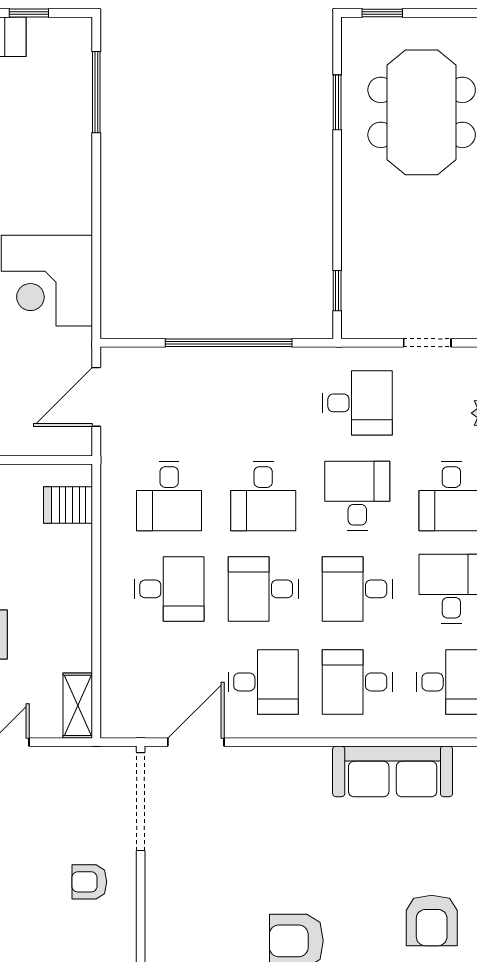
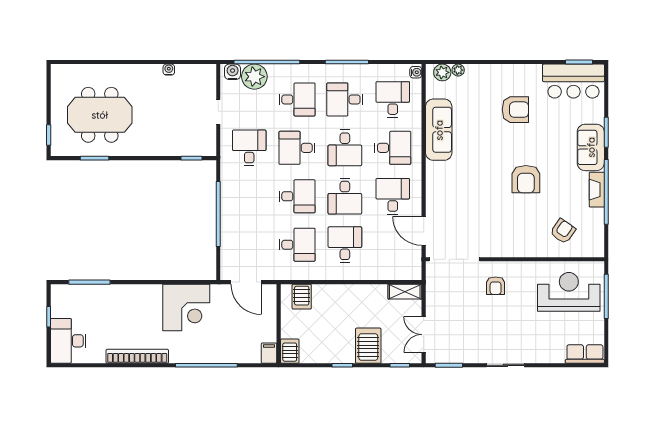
desk: (357, 682) -> (393, 148), turned -90

